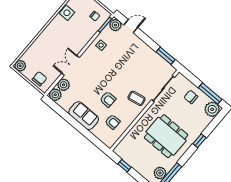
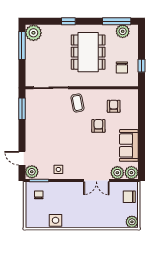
chair: (191, 97) -> (122, 67), moved
sofa: (84, 116) -> (129, 145), moved

